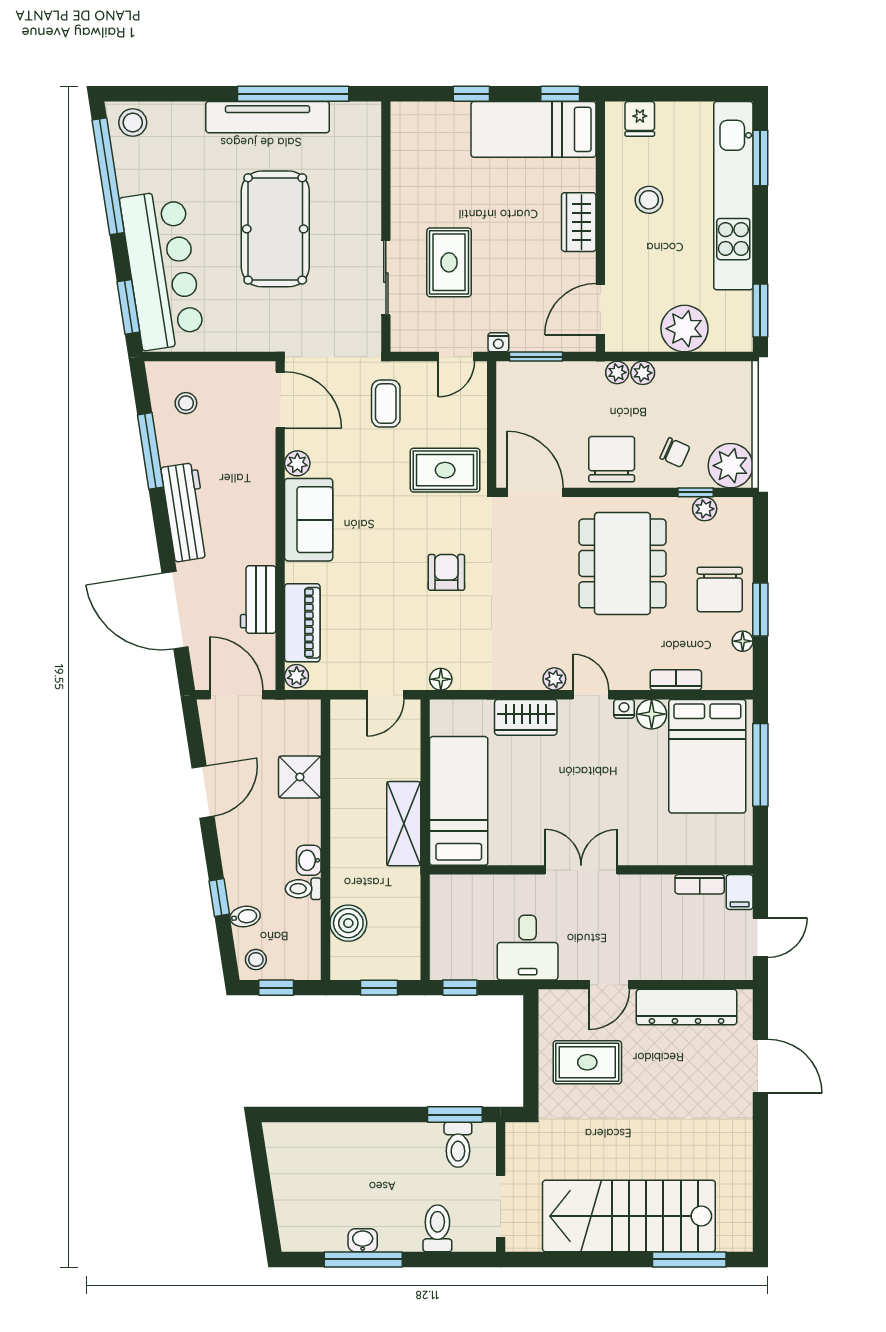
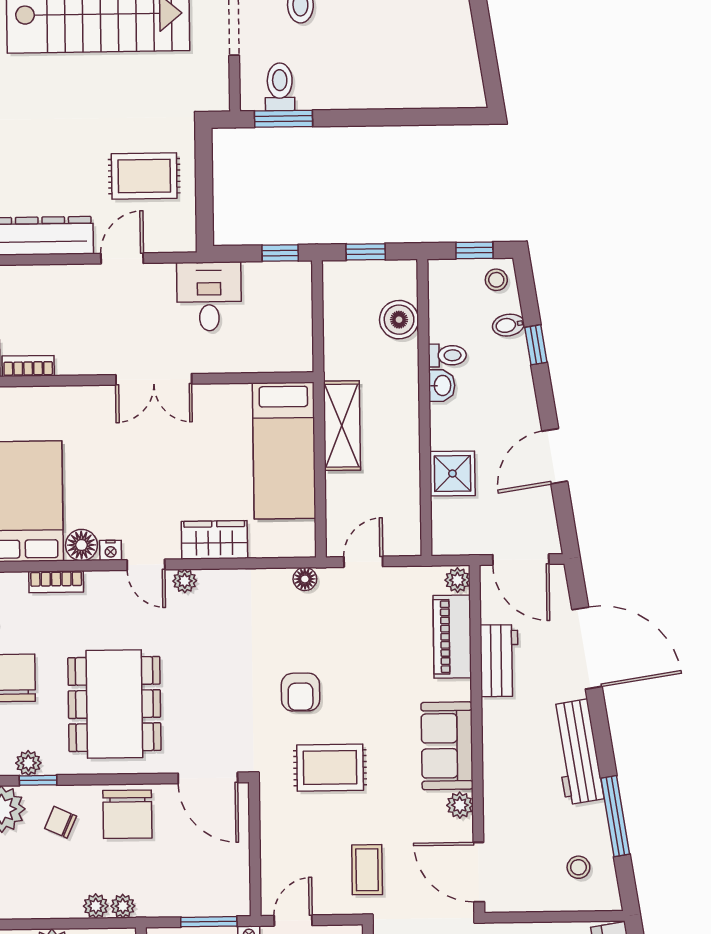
rug: (445, 470) -> (330, 768), moved

